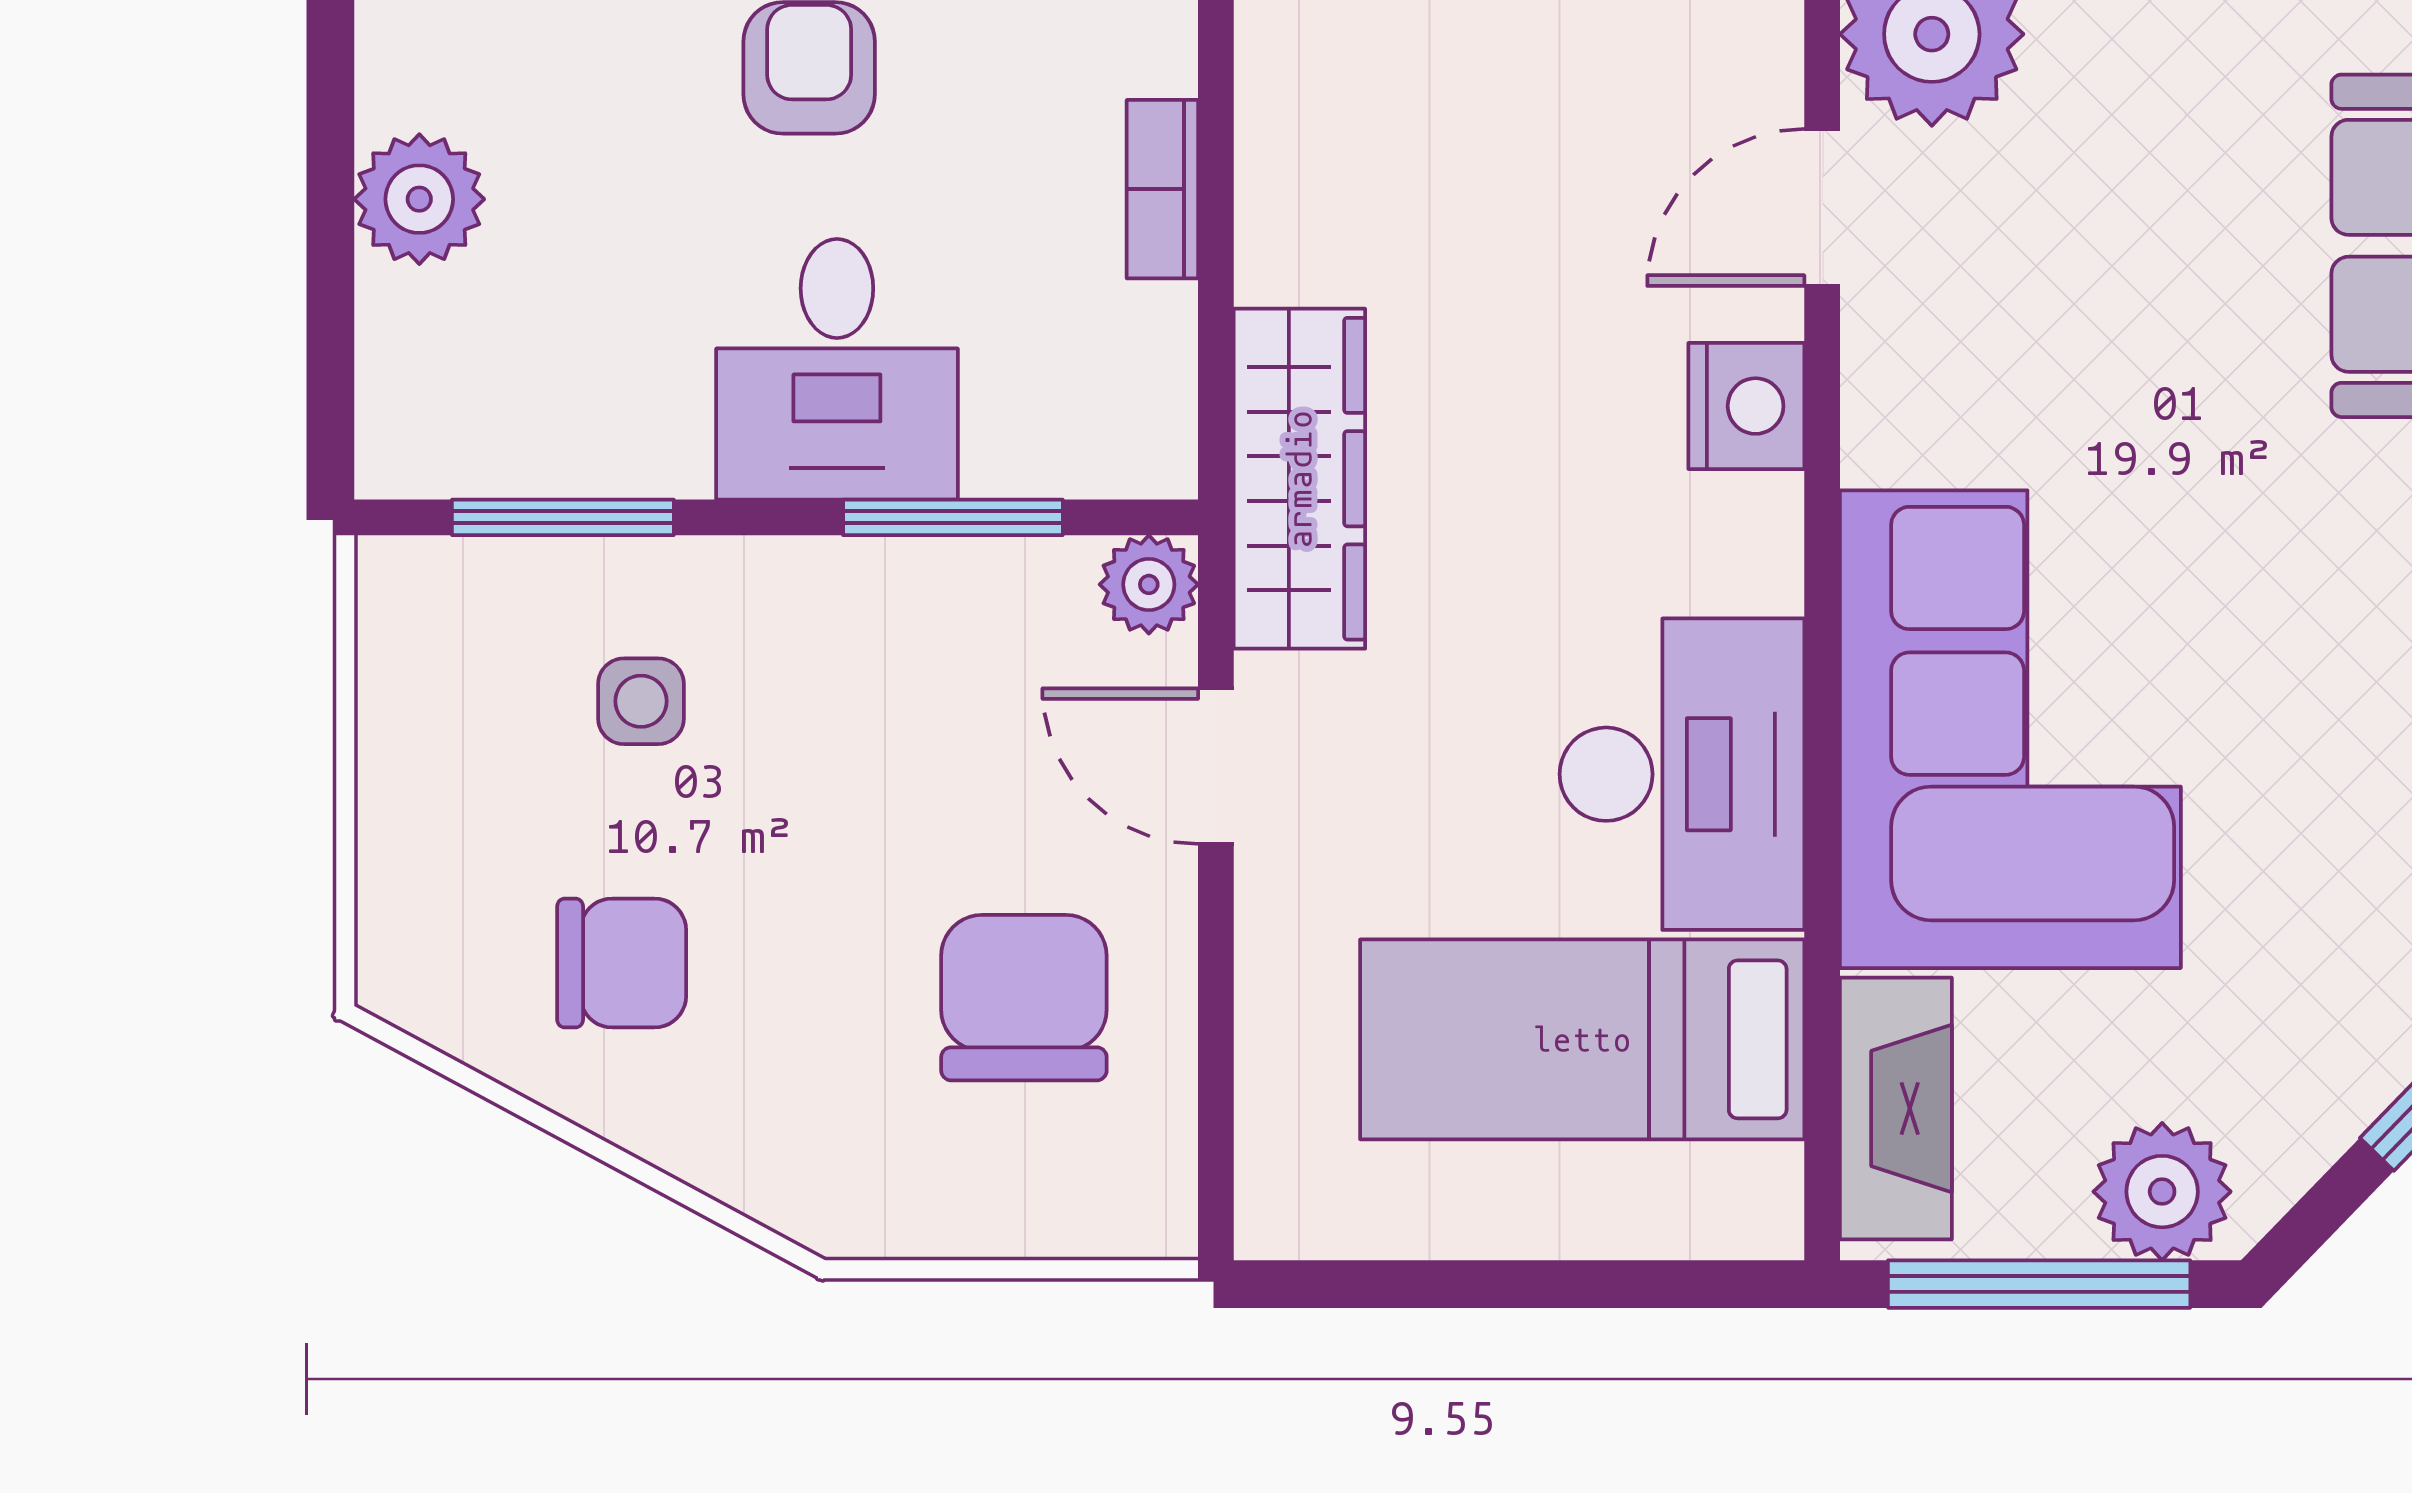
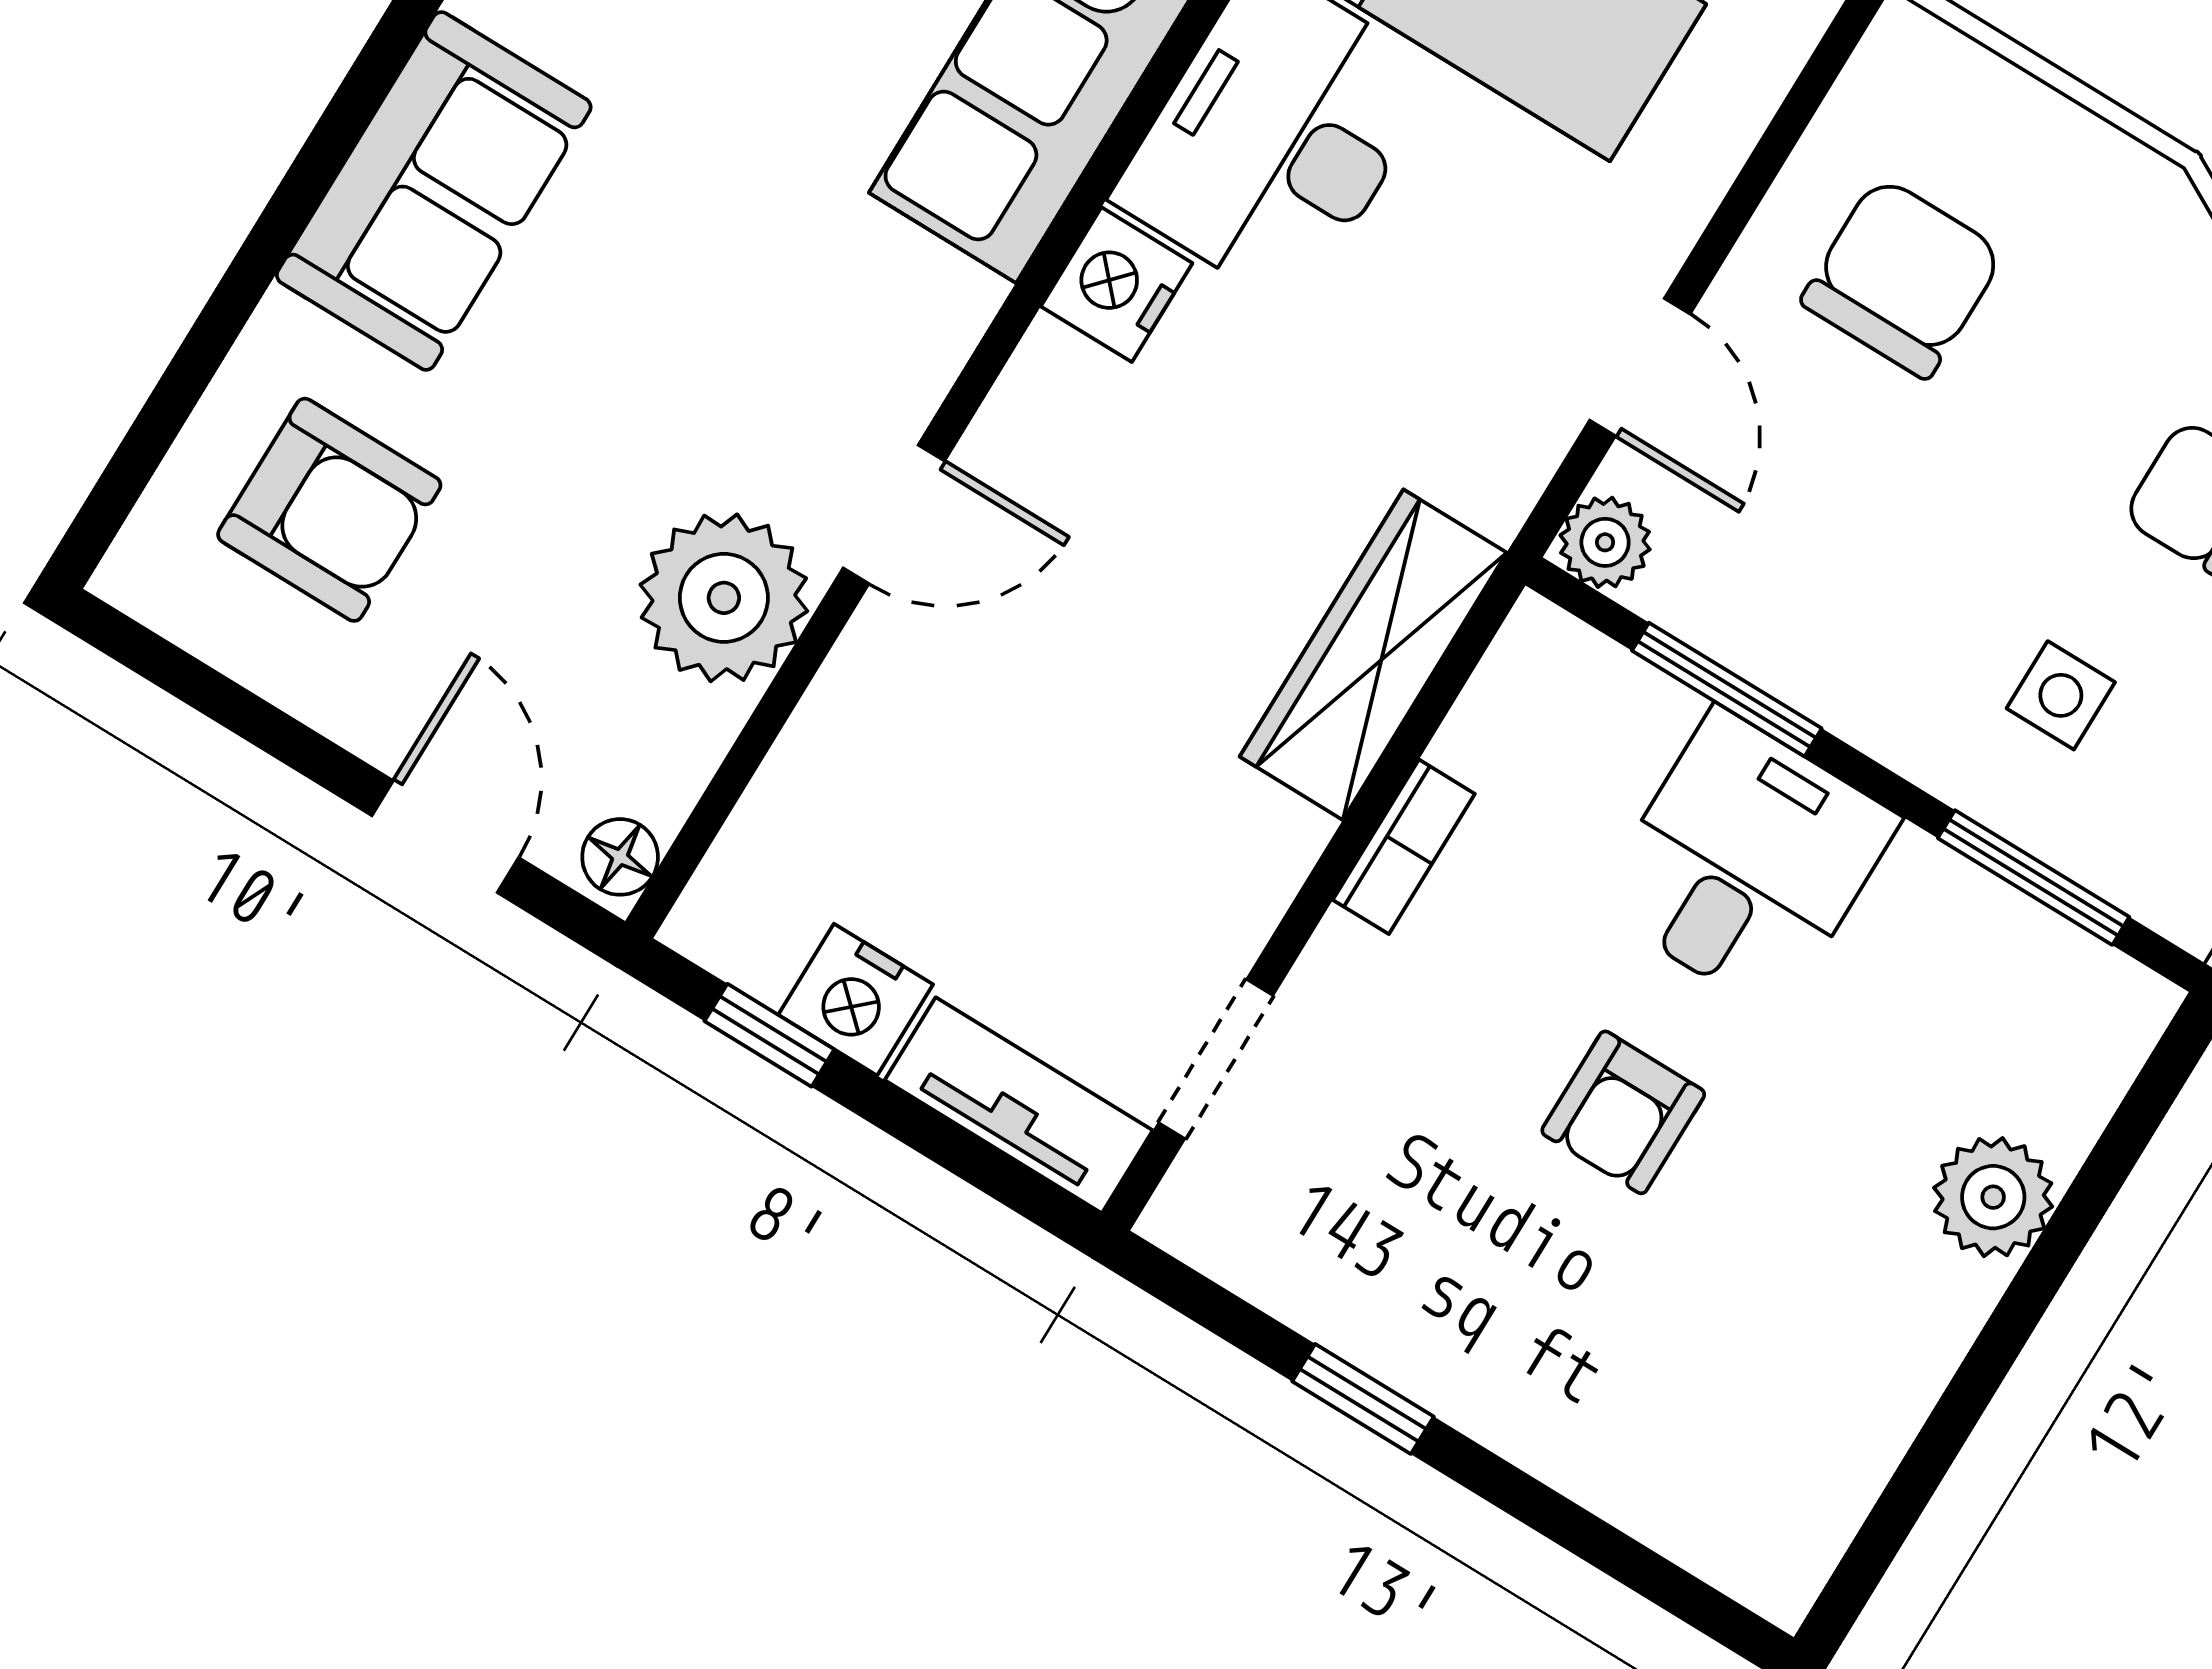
nightstand: (1746, 406) -> (1117, 285), moved
wardrobe: (1299, 479) -> (1373, 655), moved
chair: (1024, 998) -> (1902, 278), turned 180

